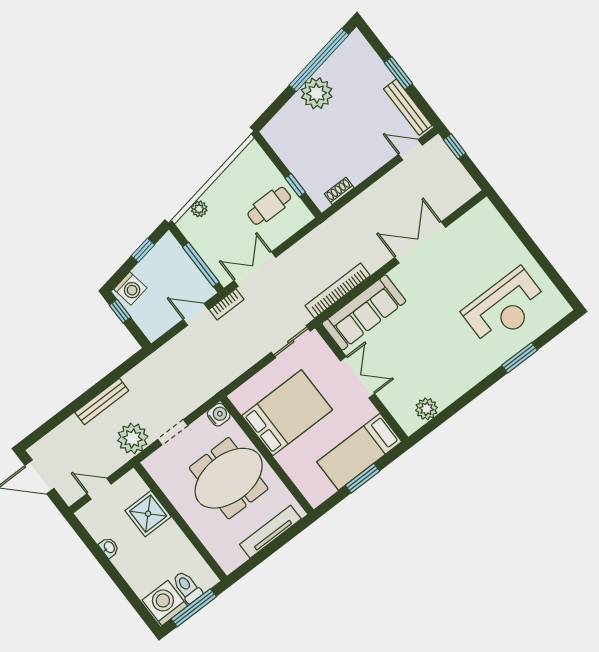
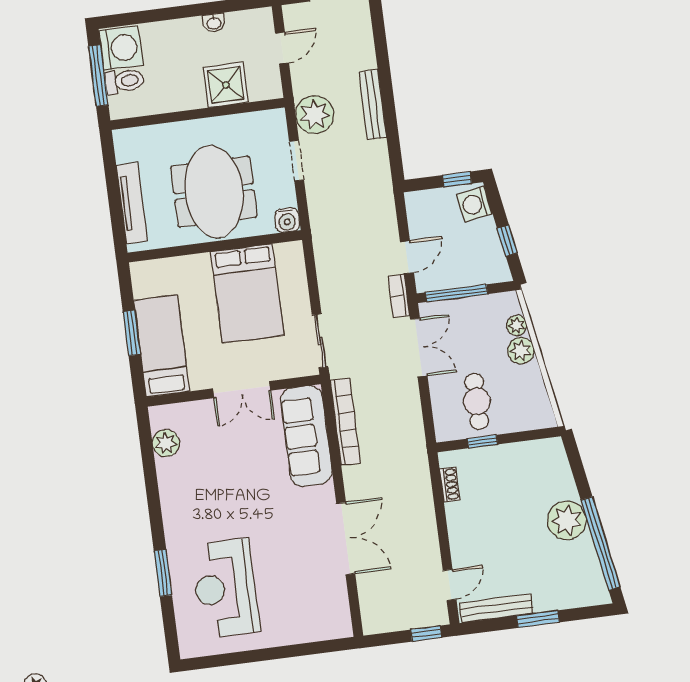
plant: (215, 195) -> (521, 351), added

